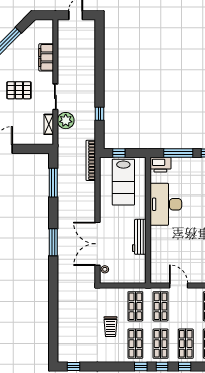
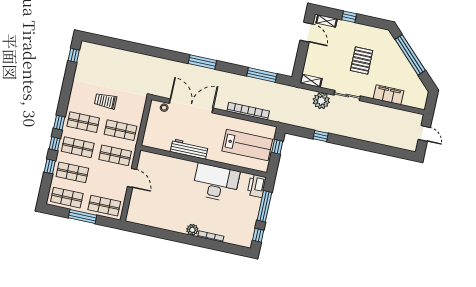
shelving: (49, 124) -> (311, 81), moved
bookcase: (91, 160) -> (248, 111), moved
lab bench: (123, 182) -> (247, 145), turned 180
door: (179, 286) -> (132, 178), hinge flipped

